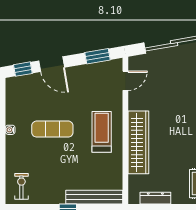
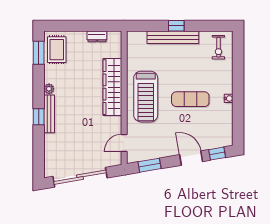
treadmill: (102, 132) -> (146, 97), width x1.37, depth x1.38
bench: (94, 197) -> (173, 37), moved
dresser: (155, 198) -> (97, 36), width x0.70

